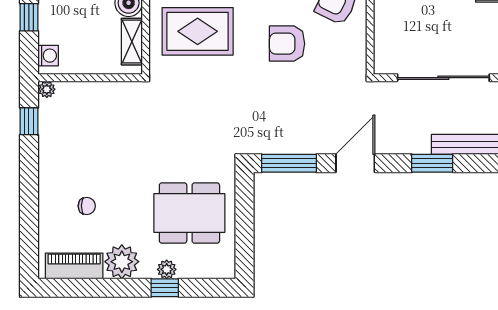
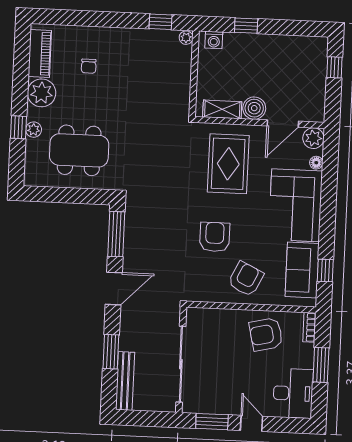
door: (355, 163) -> (114, 289), hinge flipped
dining table: (189, 213) -> (79, 150), turned 90

